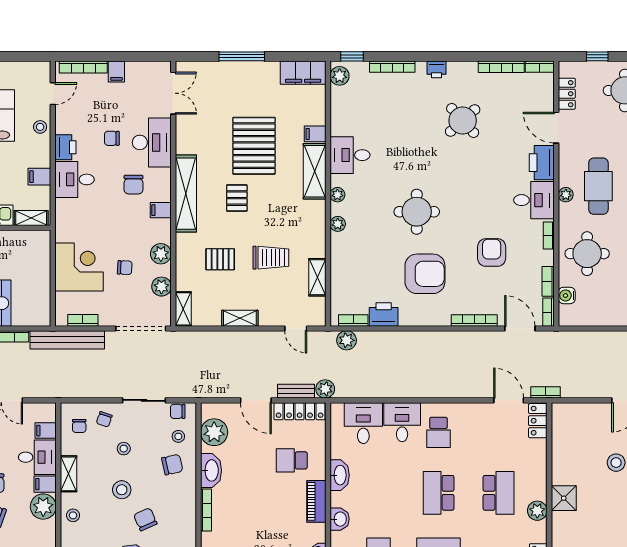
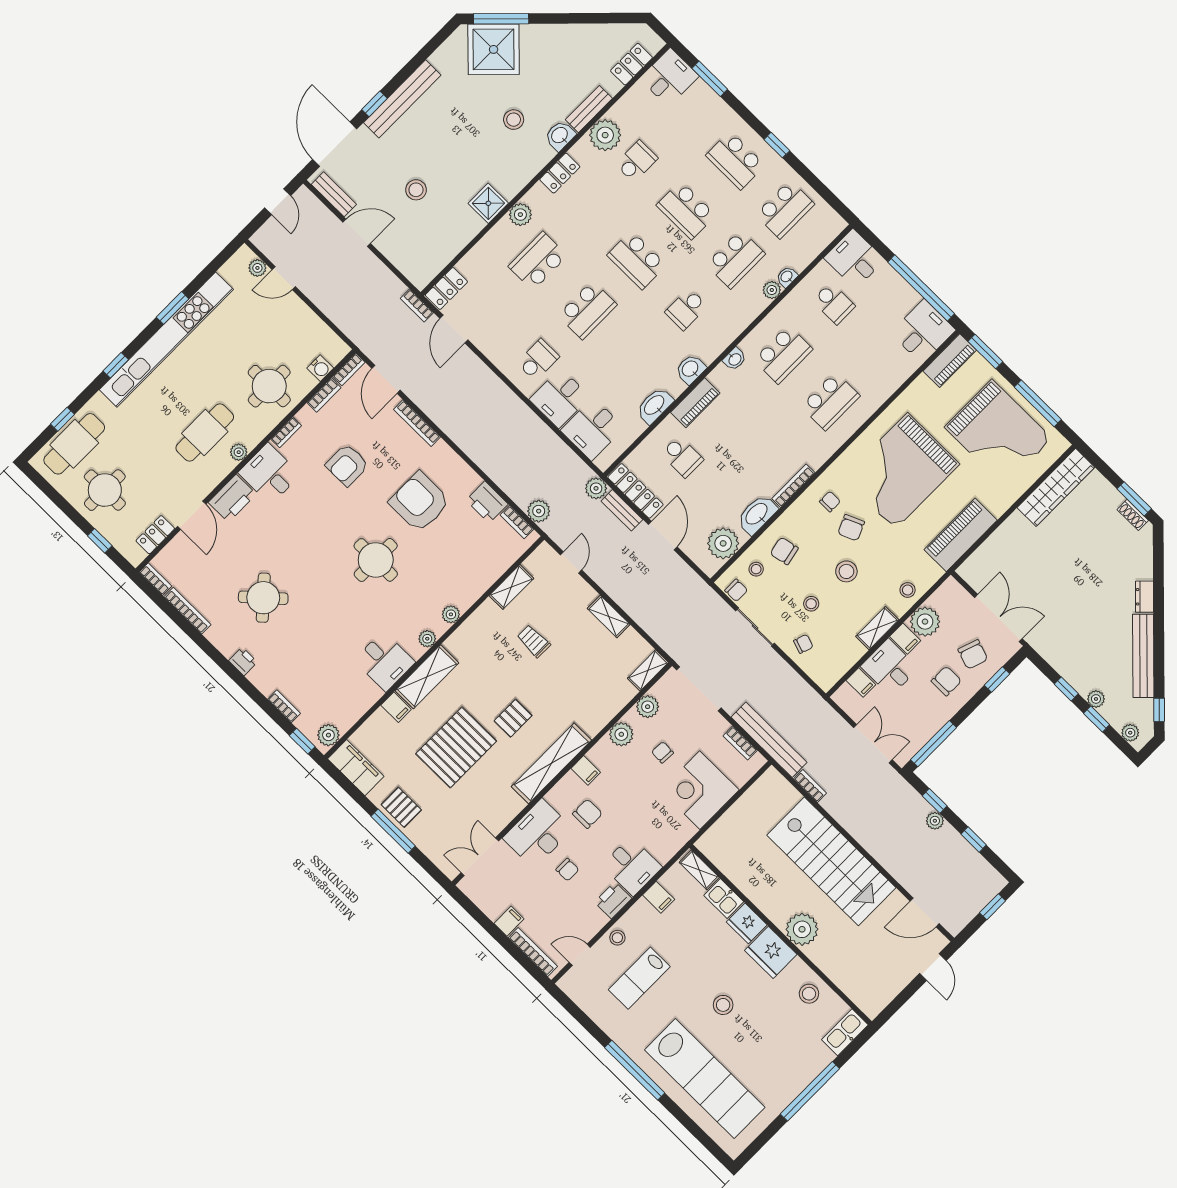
bookcase: (392, 67) -> (284, 706), width x0.64
trolley: (271, 258) -> (534, 641), width x0.73, depth x0.72
pallet: (220, 259) -> (401, 807), moved
chair: (79, 426) -> (830, 502), moved

